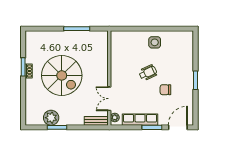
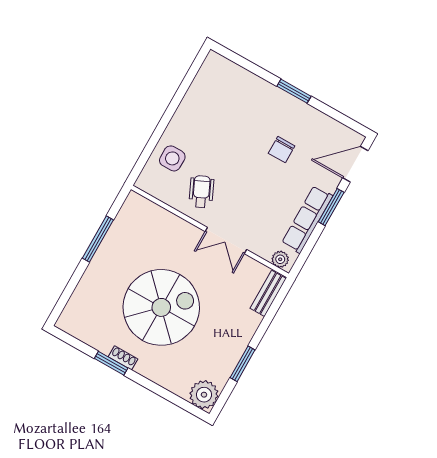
side table: (155, 42) -> (172, 158), moved
wheelchair: (148, 73) -> (201, 192), moved
double door: (109, 99) -> (226, 240), moved
plant: (51, 118) -> (204, 395), moved
door: (178, 127) -> (355, 164), hinge flipped

